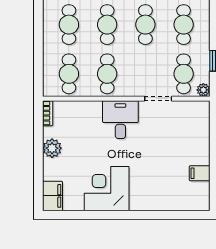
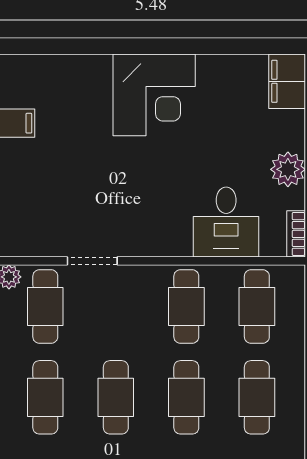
desk: (120, 120) -> (226, 222), moved
corner desk: (107, 189) -> (154, 95), moved

